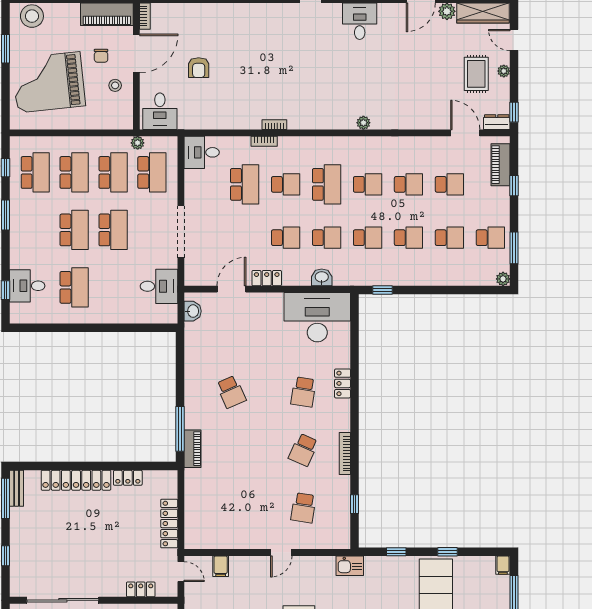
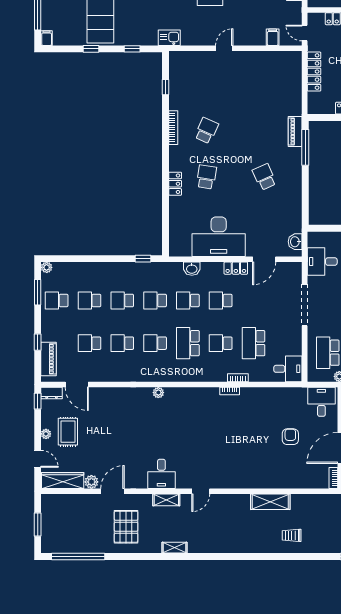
desk: (317, 317) -> (219, 237), moved
school desk: (303, 508) -> (206, 84), removed

